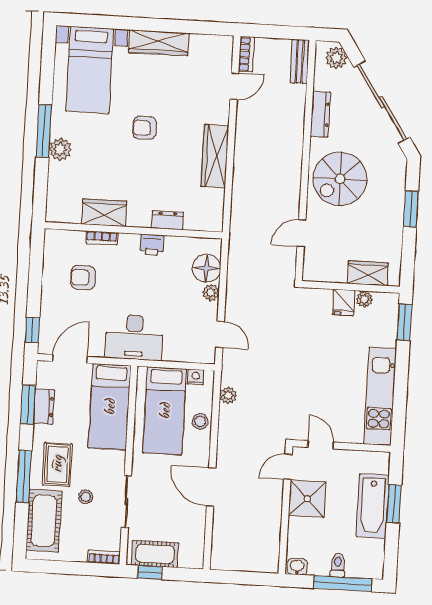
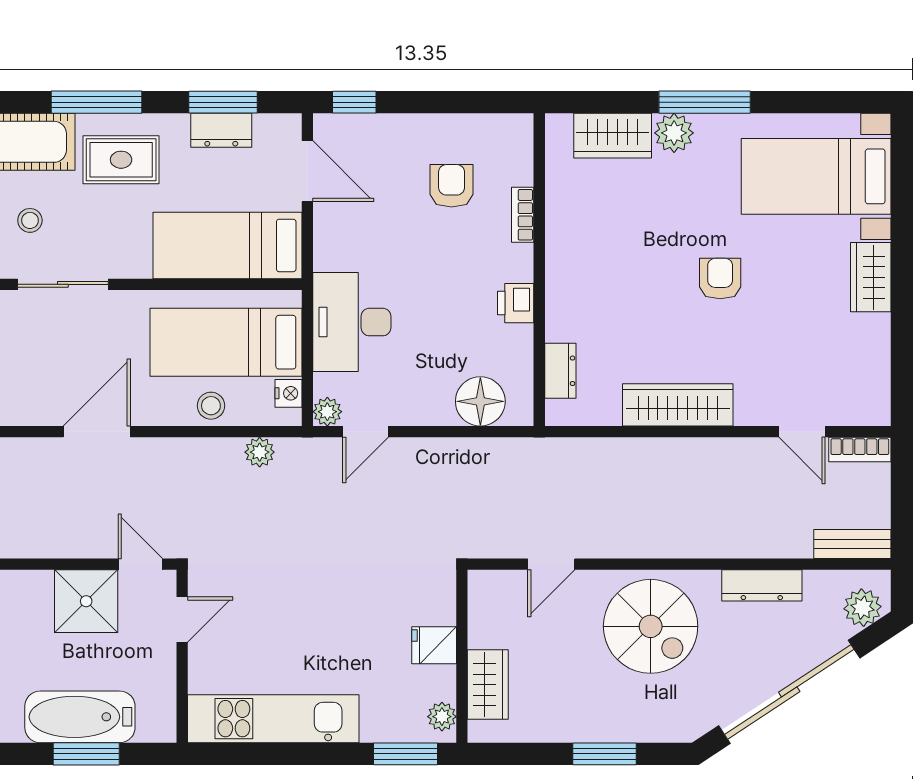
wardrobe: (159, 43) -> (871, 277), width x0.67
spiral stairs: (340, 179) -> (651, 626), turned 180
wardrobe: (104, 213) -> (613, 136), moved, turned 90
dresser: (167, 220) -> (560, 371), moved
door: (301, 233) -> (551, 564), swing flipped
plant: (211, 293) -> (327, 412), moved
plant: (364, 299) -> (442, 717), moved
desk: (134, 337) -> (352, 322), moved
stool: (86, 497) -> (30, 220), moved

